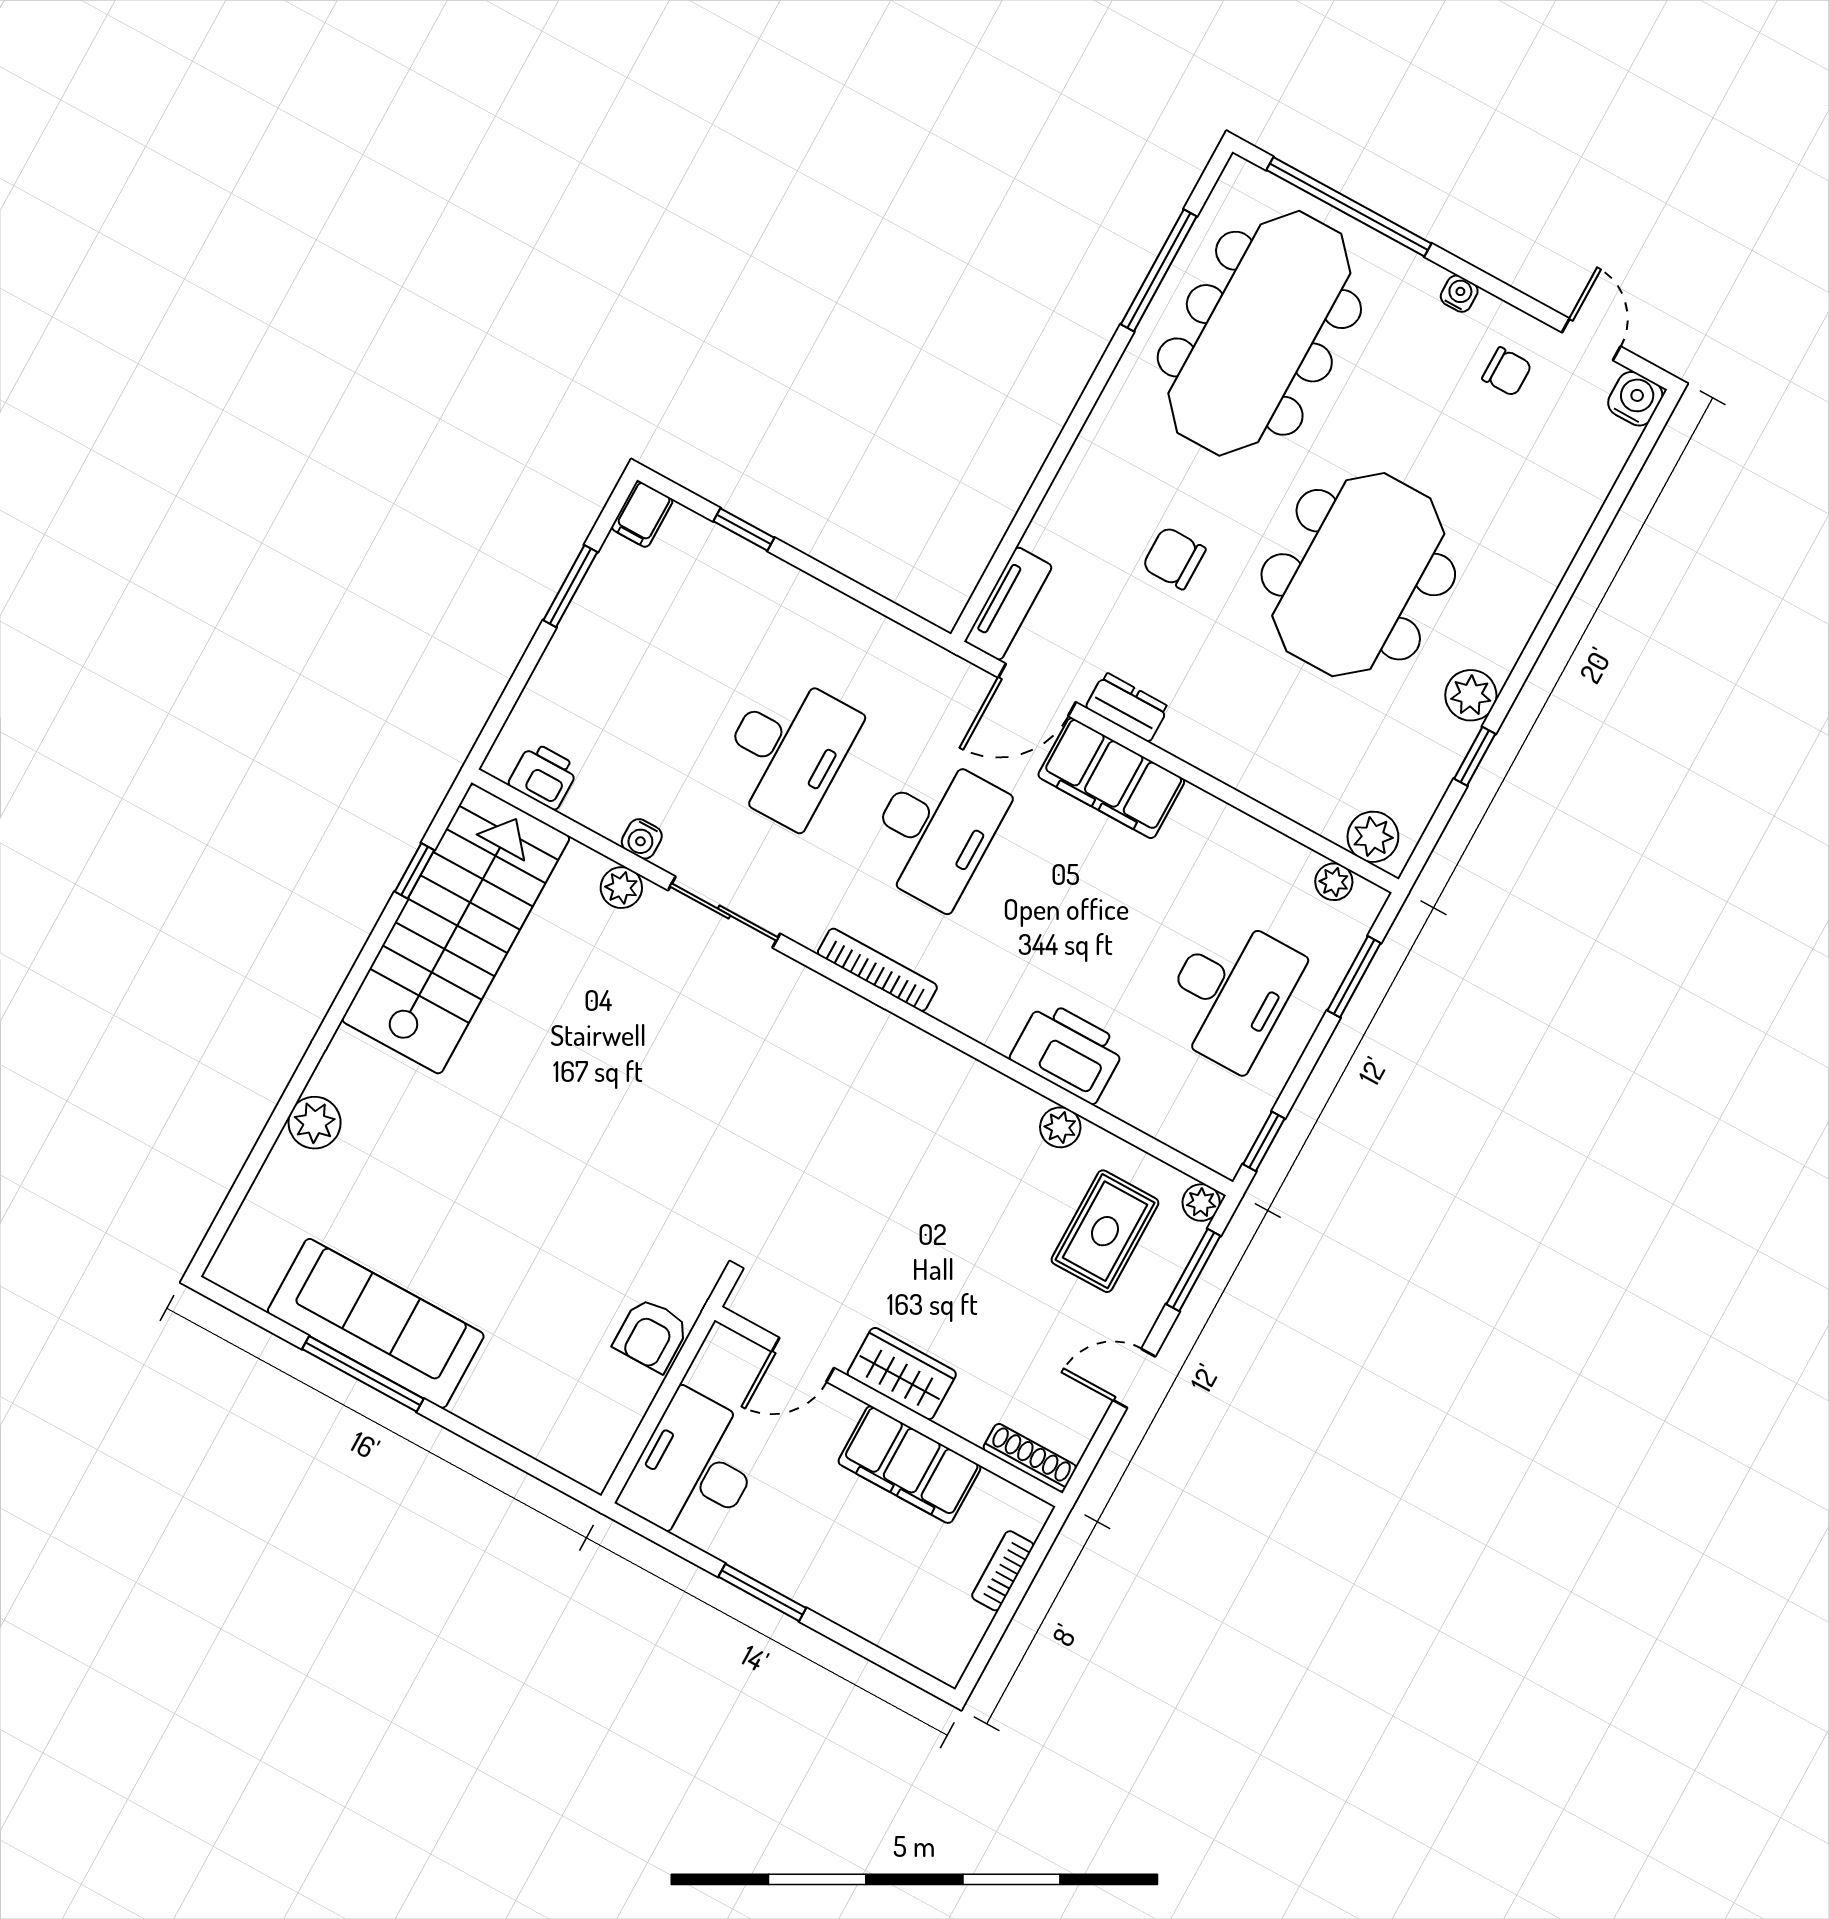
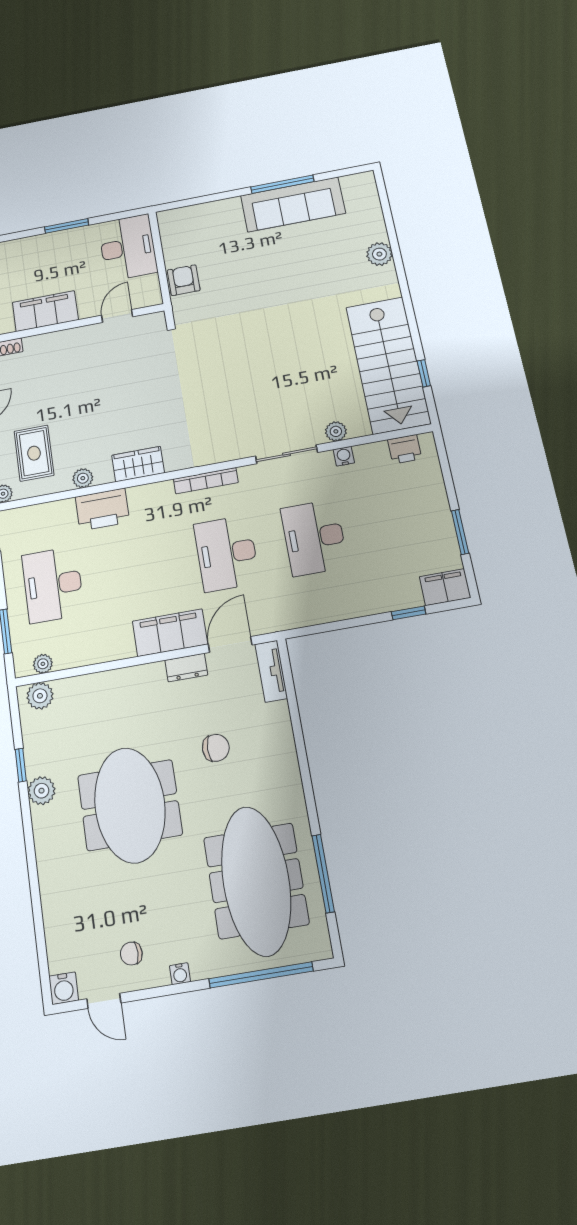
filing cabinet: (642, 514) -> (445, 587), width x2.00
wardrobe: (902, 1374) -> (138, 464), moved, turned 180

